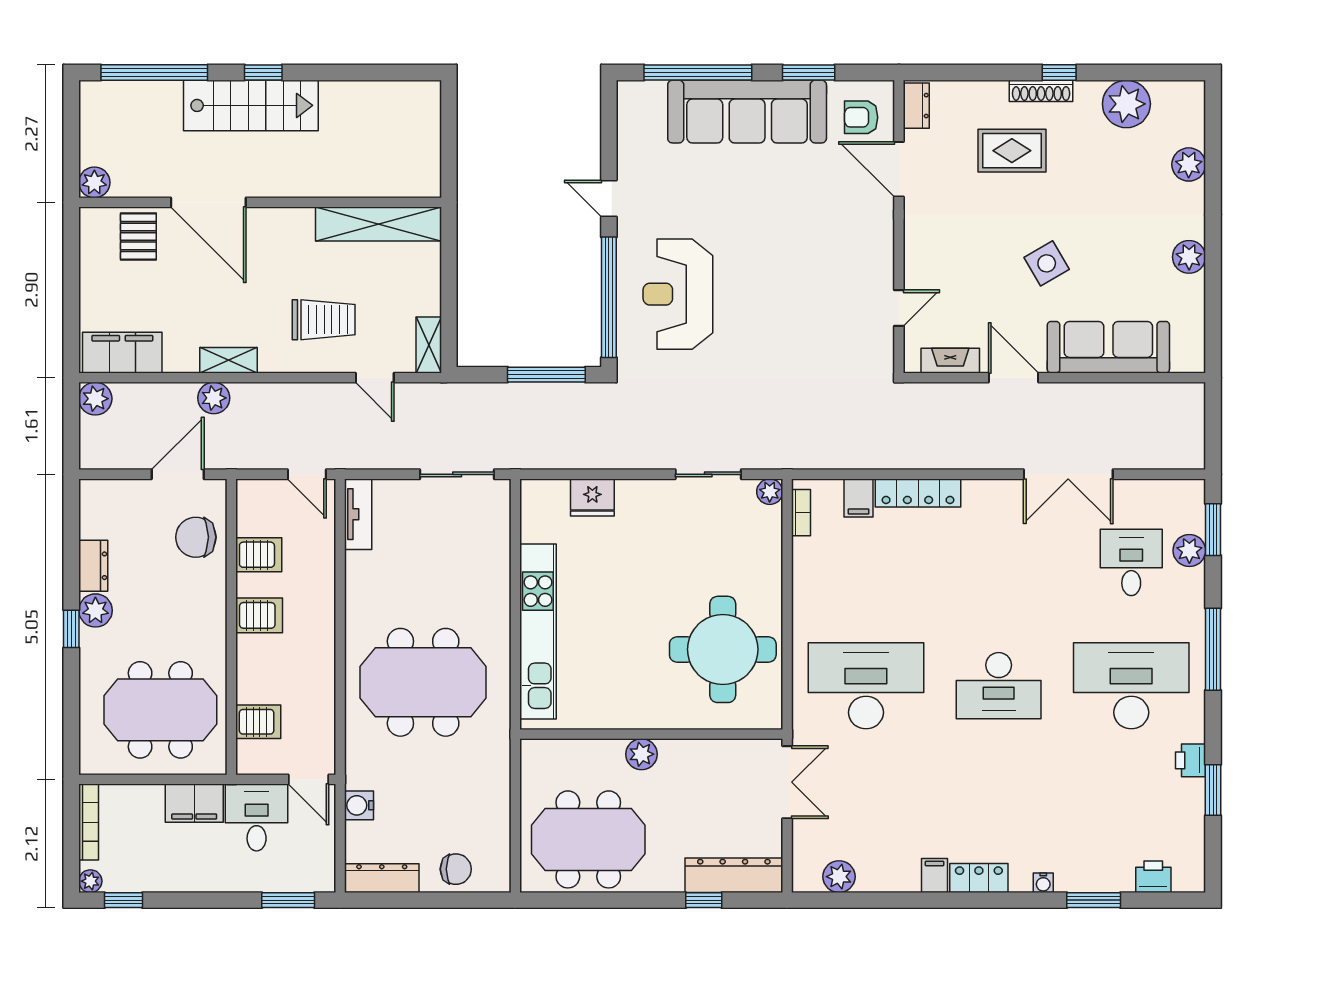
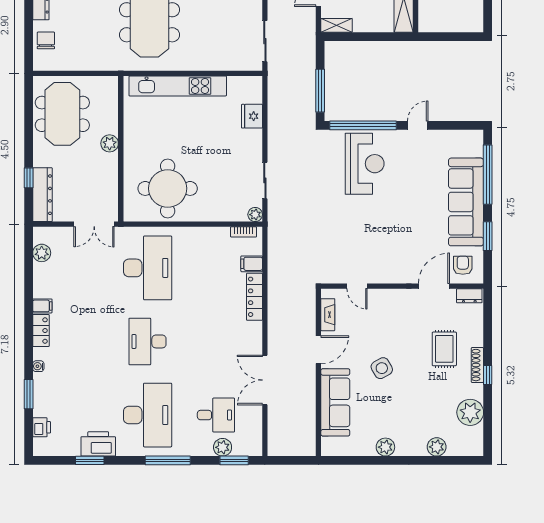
reception desk: (678, 294) -> (365, 164), turned 90
printer: (1191, 760) -> (98, 444), width x1.87, depth x1.48
chair: (456, 869) -> (46, 40), turned 180

